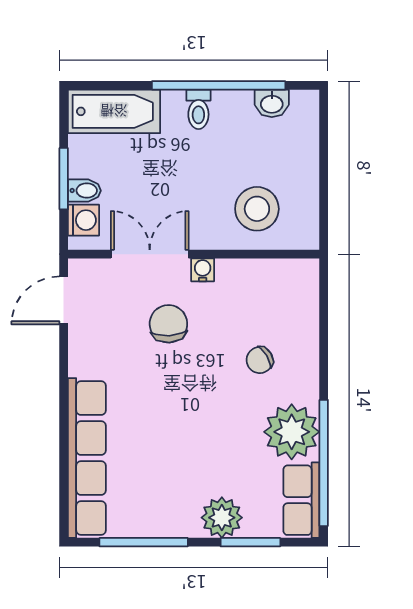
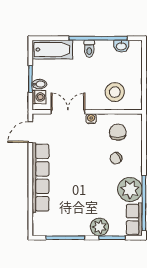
chair: (168, 324) -> (118, 132), moved
row of seats: (87, 458) -> (40, 178), moved

